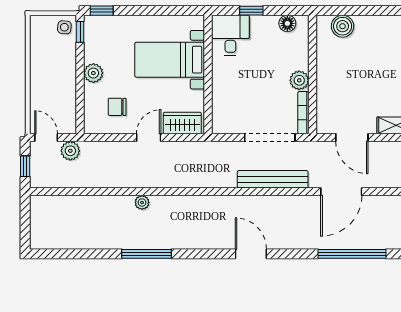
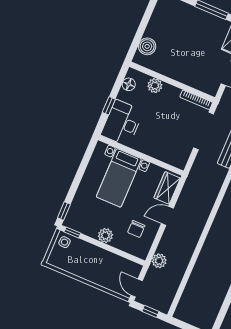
desk: (230, 35) -> (122, 123), width x1.37
plant: (299, 80) -> (155, 86), moved
door: (46, 138) -> (137, 288), hinge flipped
door: (149, 138) -> (167, 216), hinge flipped
plant: (70, 151) -> (159, 261), moved
plant: (142, 202) -> (211, 240), removed

